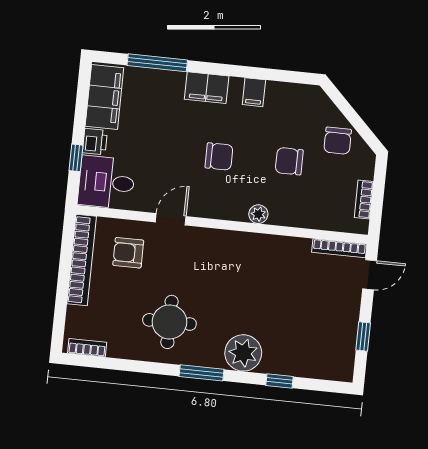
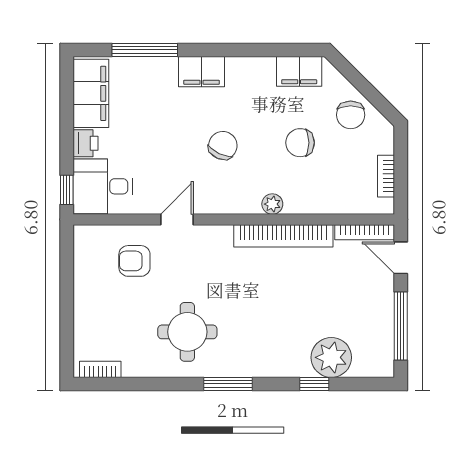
filing cabinet: (254, 92) -> (299, 71), moved, width x2.00
chair: (219, 156) -> (223, 145), turned -65
window: (76, 158) -> (67, 190), moved
bookcase: (82, 260) -> (283, 236), moved, turned 90
door: (370, 275) -> (401, 258), swing flipped
window: (363, 337) -> (401, 326), width x2.17
plant: (243, 353) -> (331, 357), moved

